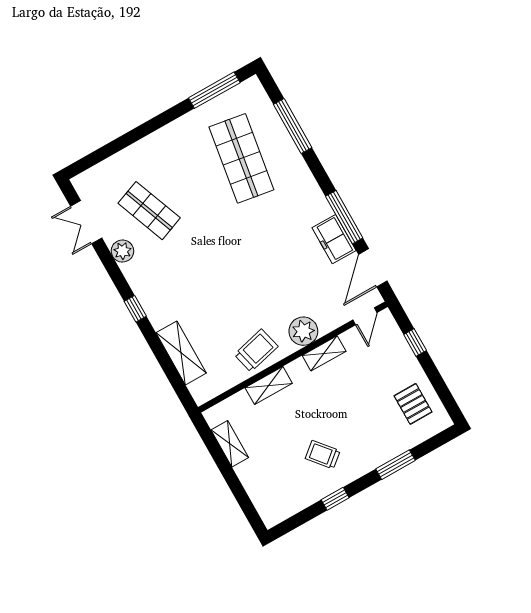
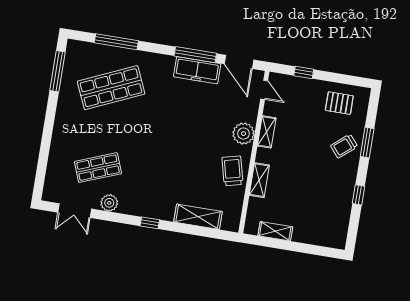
shop shelf: (241, 158) -> (111, 88), turned -33
freezer: (334, 239) -> (197, 70), width x1.40
trolley: (323, 455) -> (344, 146), moved

